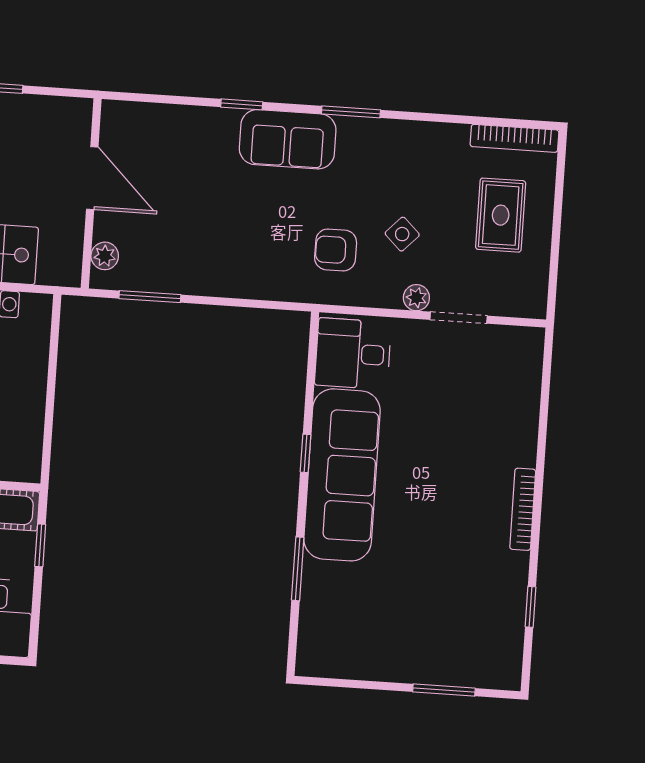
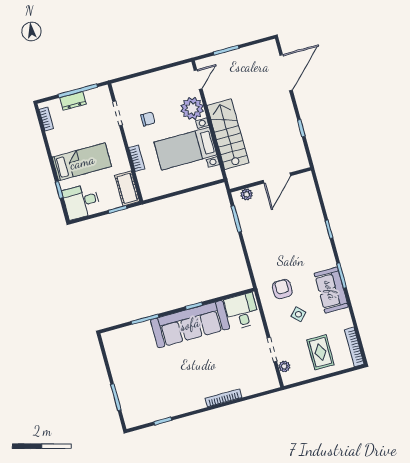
sofa: (288, 139) -> (331, 290), moved
rug: (501, 215) -> (320, 352), turned 90
plant: (416, 298) -> (284, 366), moved
bookcase: (523, 509) -> (224, 398), moved

